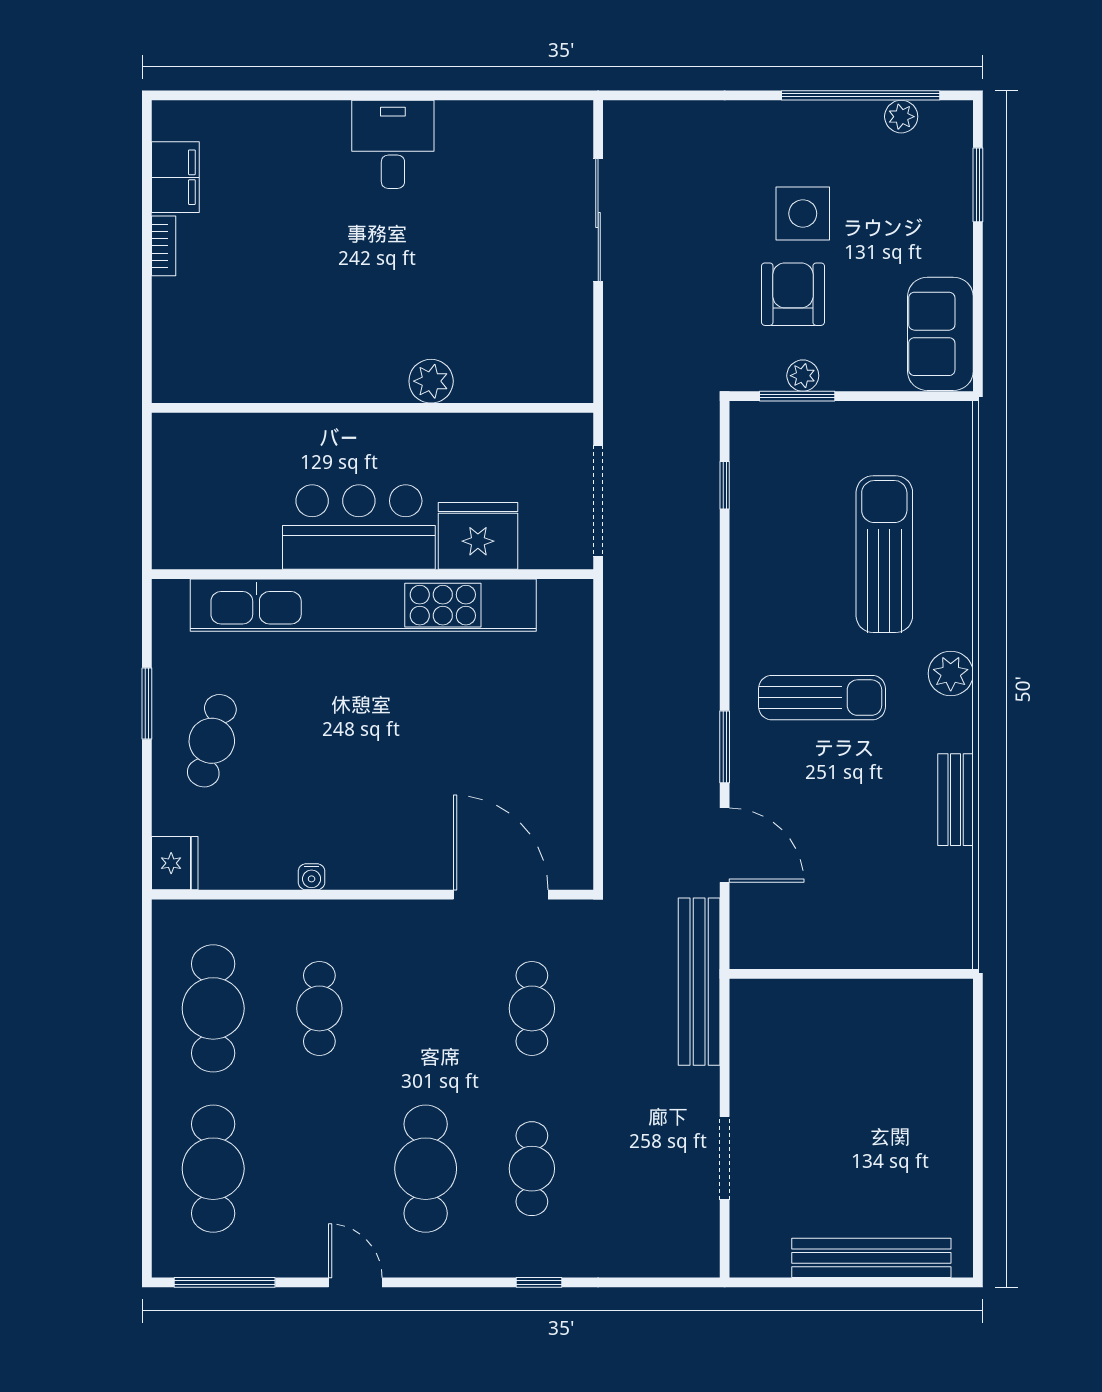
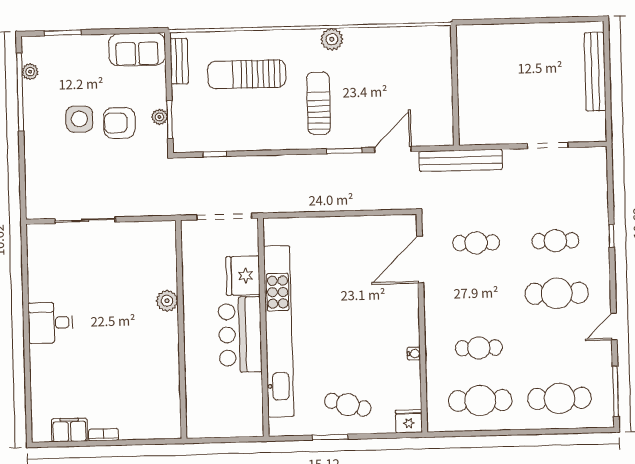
plant: (951, 673) -> (332, 39), moved
bench: (956, 800) -> (179, 61), moved, turned 90

